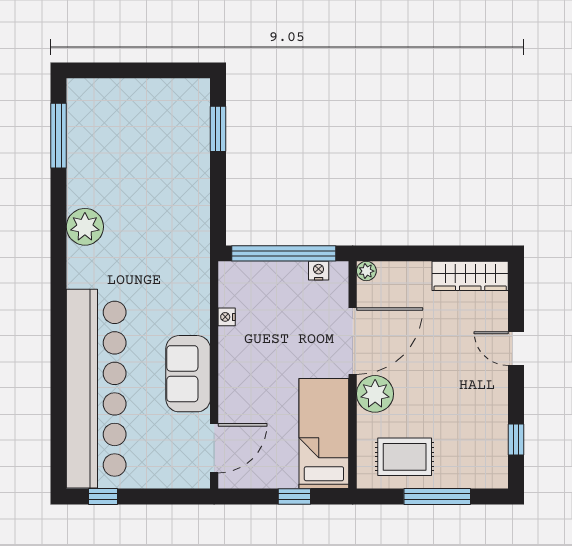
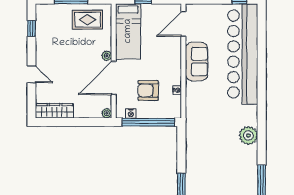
armchair: (284, 316) -> (148, 90), added
plant: (375, 394) -> (107, 56), width x0.53, depth x0.53

